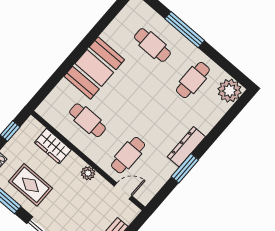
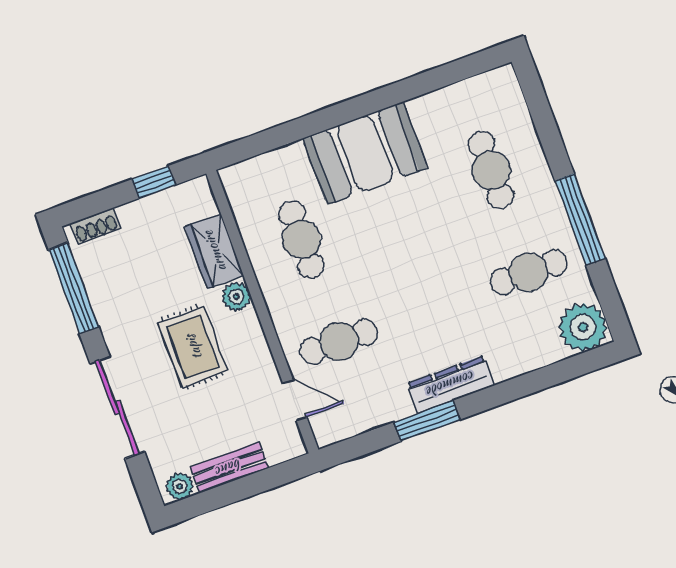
window: (185, 30) -> (580, 219), moved
plant: (88, 173) -> (236, 297), moved
rug: (30, 185) -> (193, 347), moved

